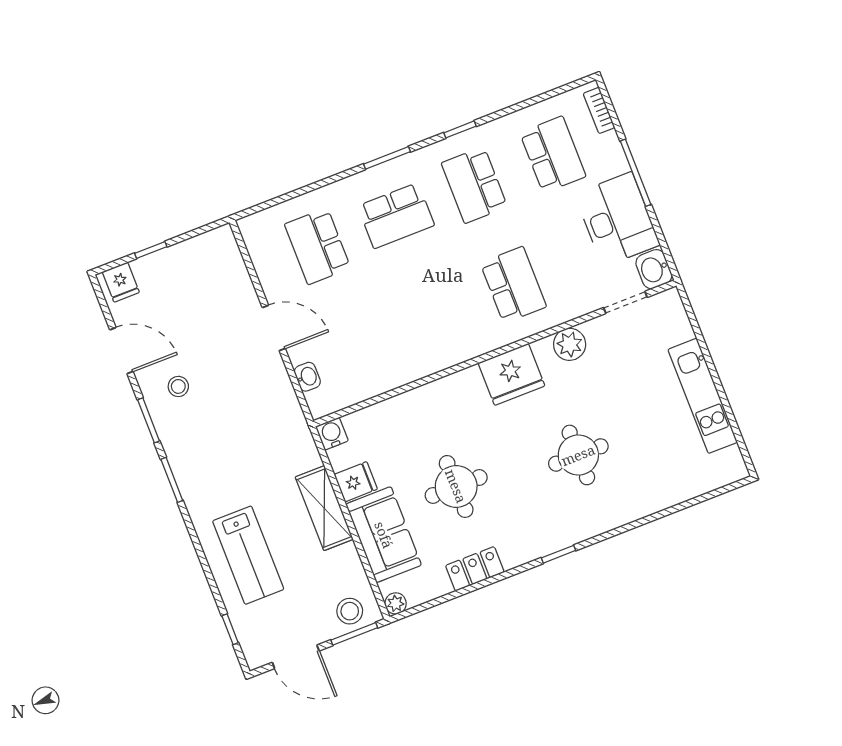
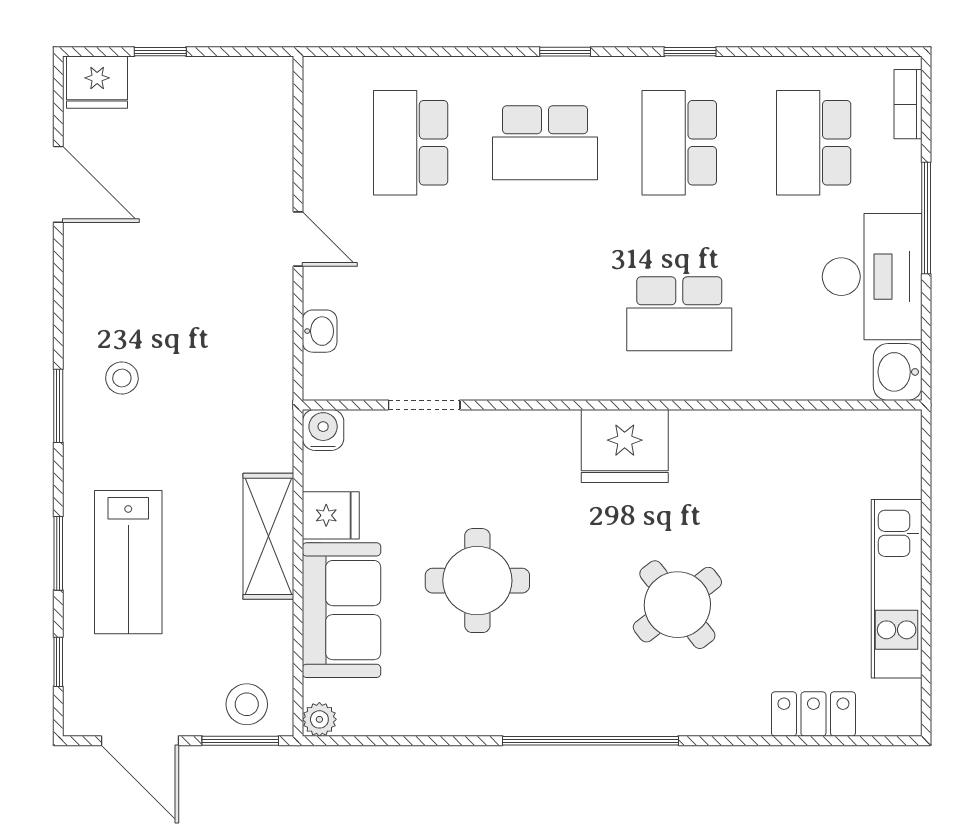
school desk: (553, 154) -> (814, 143), turned 180
window: (387, 158) -> (565, 52), width x0.67
fridge: (121, 282) -> (97, 82), width x1.38
school desk: (513, 285) -> (679, 314), turned 90
doorway: (625, 302) -> (424, 405), moved
door: (274, 328) -> (298, 239), width x0.73
plant: (570, 344) -> (729, 435), removed
stool: (178, 386) -> (122, 378), moved
window: (149, 420) -> (58, 553), moved
round table: (578, 455) -> (677, 605), turned -38
window: (559, 554) -> (590, 741), width x3.17
locker: (475, 569) -> (813, 714), moved

